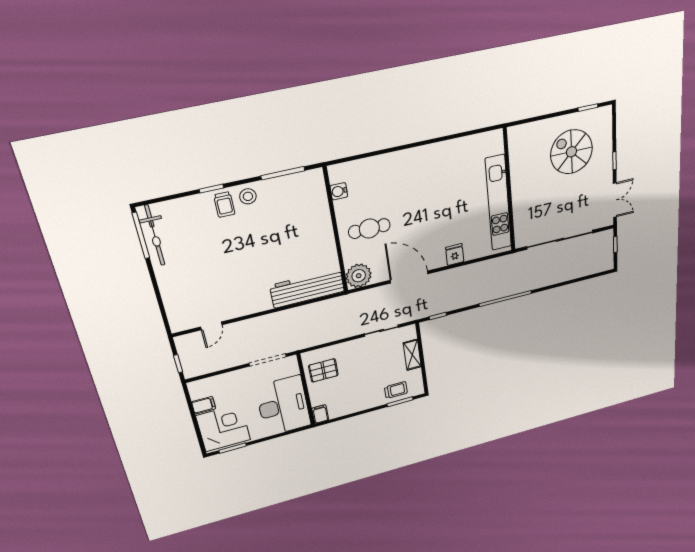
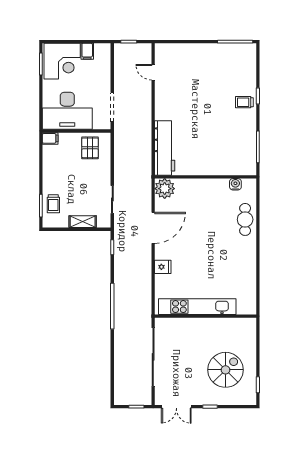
stool: (248, 196) -> (246, 119), removed
cafe table: (369, 229) -> (245, 219), moved
bicycle: (155, 235) -> (233, 51), removed

